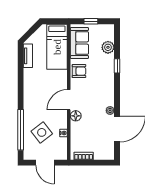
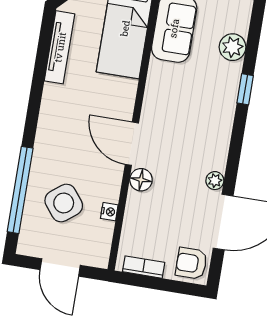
tv unit: (28, 56) -> (60, 47), width x1.41
armchair: (79, 71) -> (191, 263), moved, turned 180
door: (69, 100) -> (132, 144), hinge flipped

